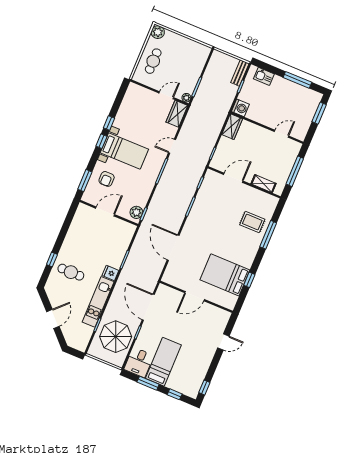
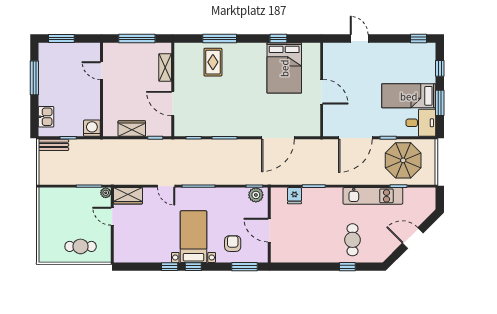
plant: (158, 32) -> (46, 255), removed
wardrobe: (232, 127) -> (132, 129), moved
armchair: (107, 179) -> (233, 244), turned -90
fridge: (110, 273) -> (294, 196), moved

